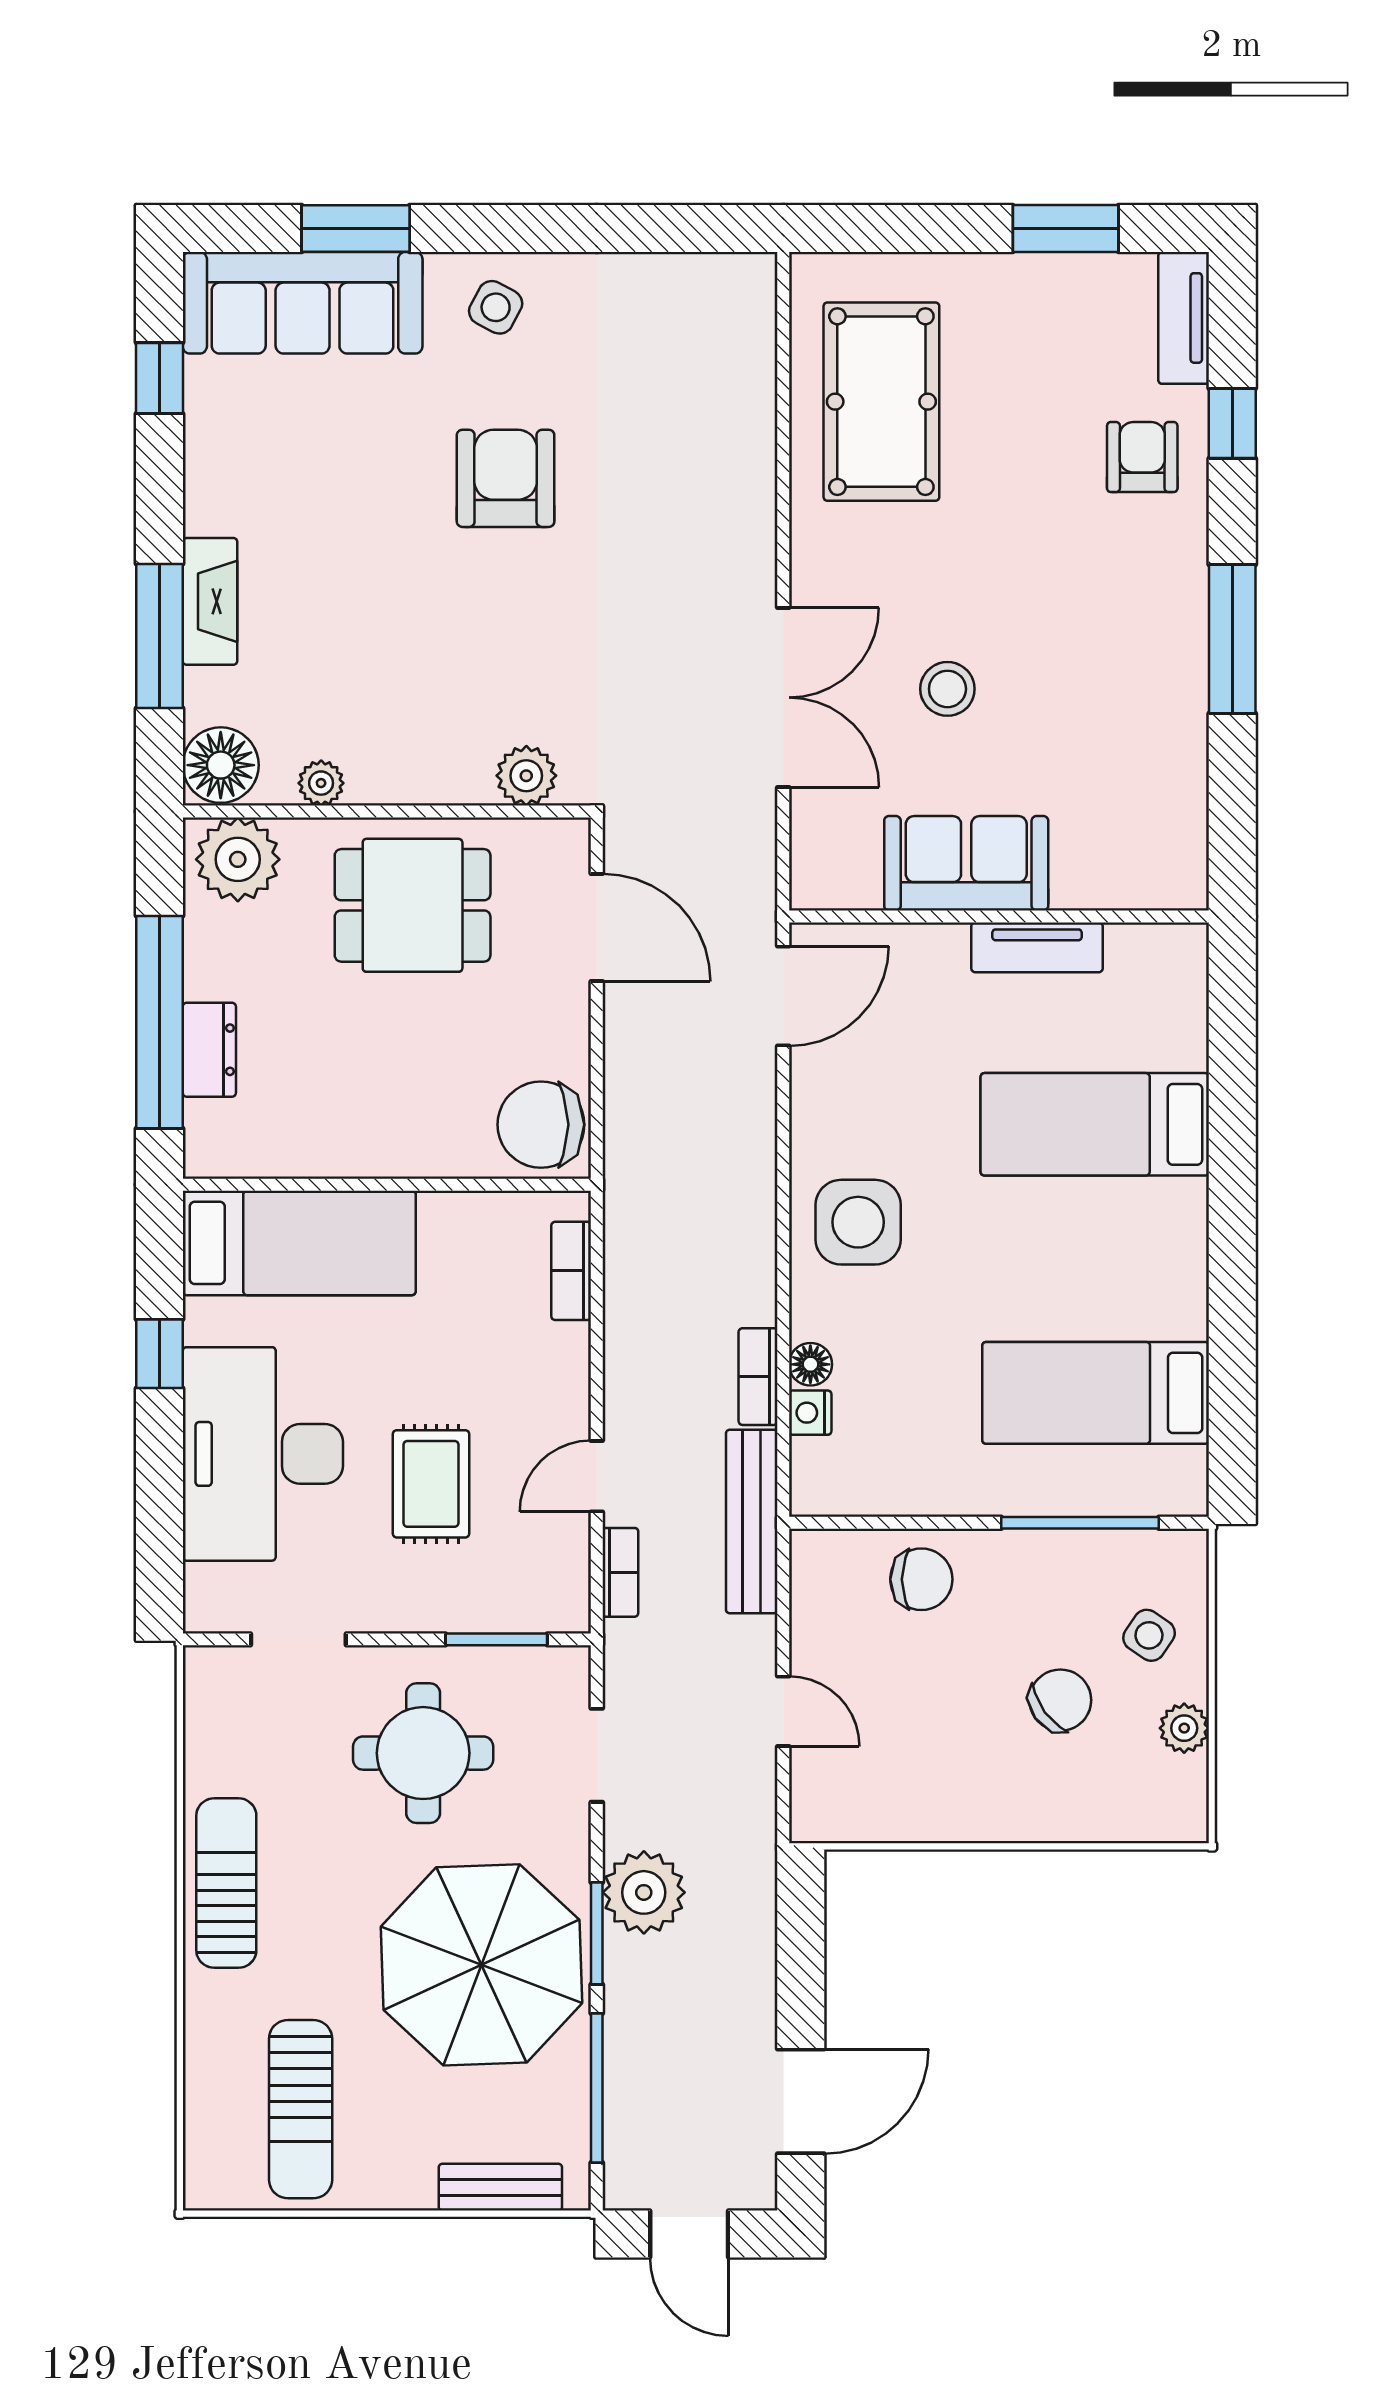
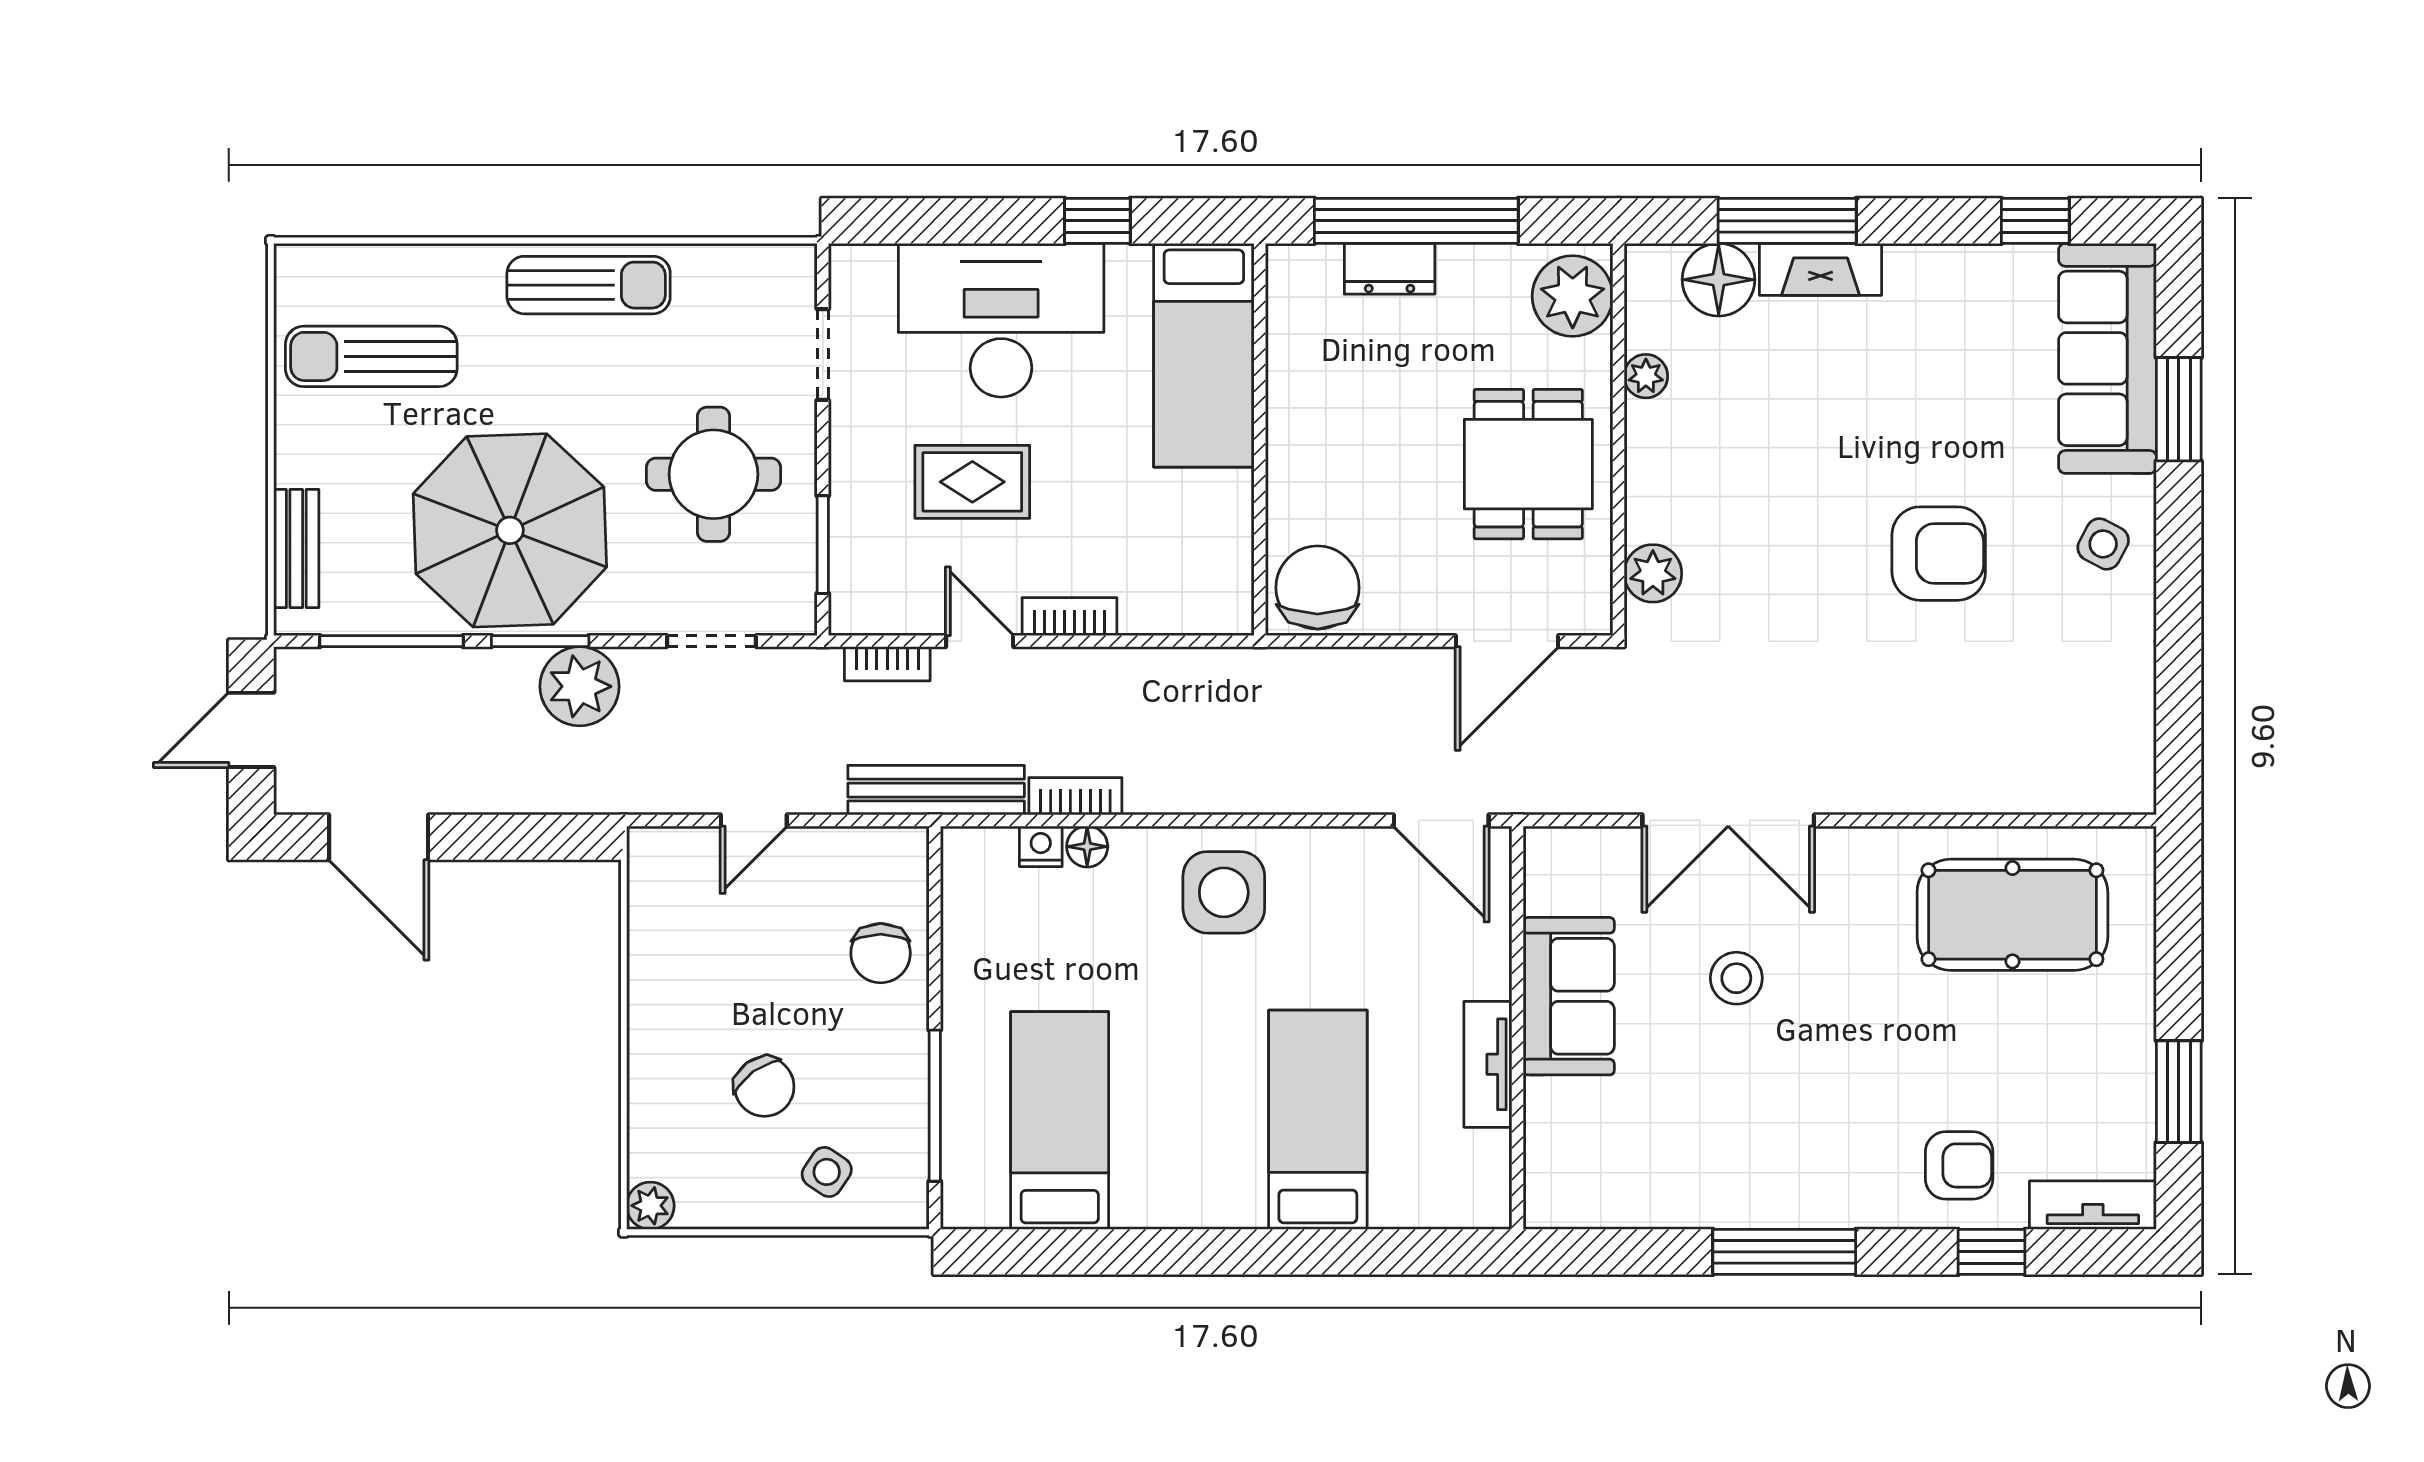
floor lamp: (221, 765) -> (1719, 280), moved
bookcase: (571, 1271) -> (1069, 617), moved
plant: (1184, 1728) -> (650, 1206), moved

